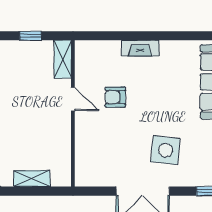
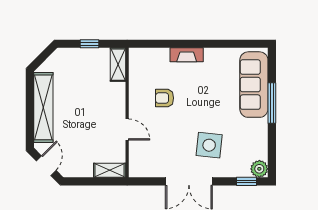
door: (73, 99) -> (127, 130), moved
shelving: (32, 179) -> (110, 170), moved

